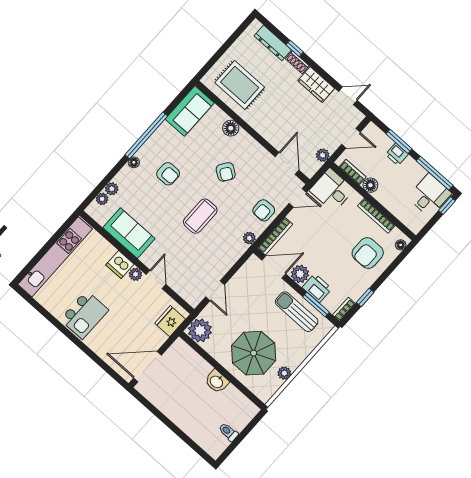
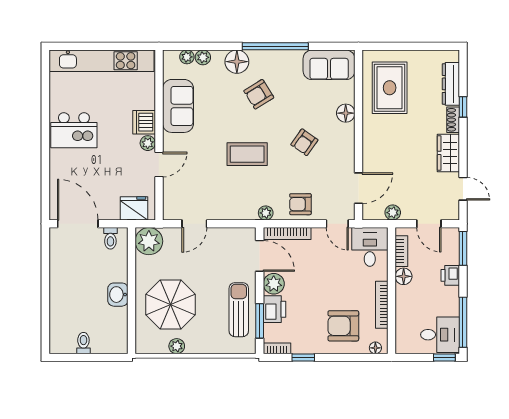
window: (399, 141) -> (463, 248), moved
floor lamp: (134, 162) -> (237, 62), width x1.89, depth x1.89
armchair: (168, 174) -> (259, 94), turned 58
toilet: (176, 354) -> (110, 238), added

